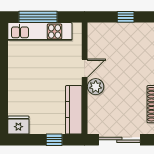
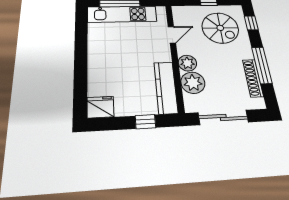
spiral stairs: (132, 49) -> (220, 28), added
door: (85, 68) -> (172, 35), moved
plant: (98, 106) -> (193, 83), added

